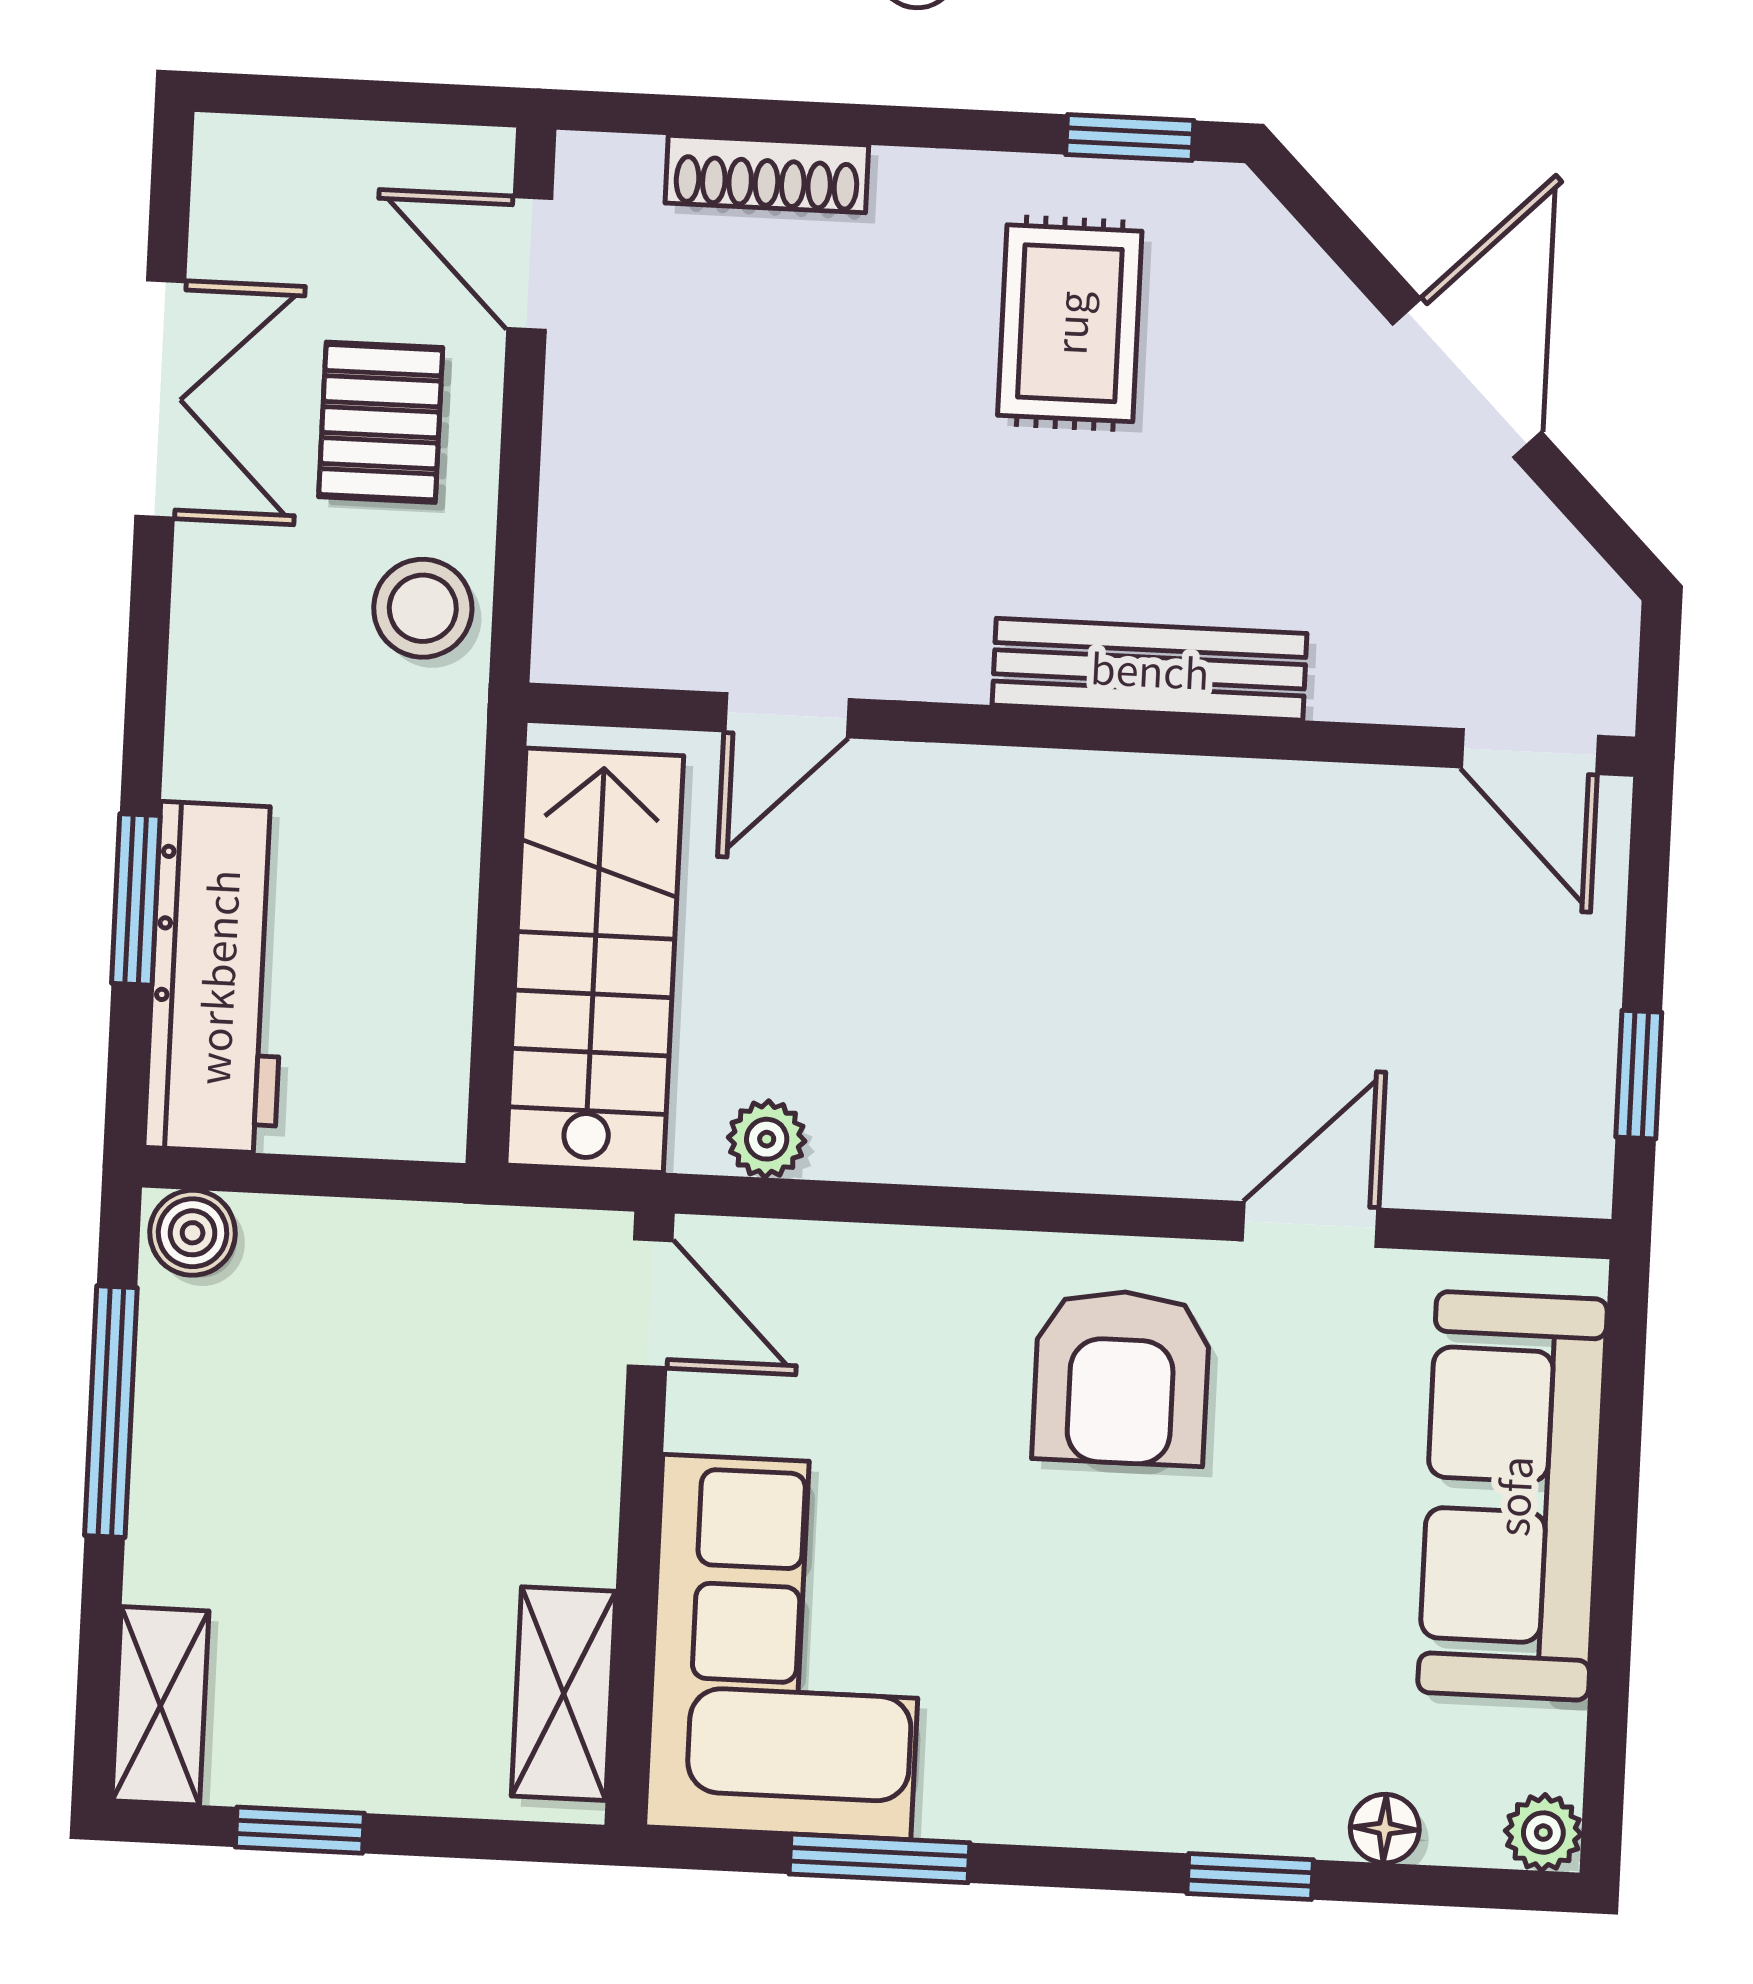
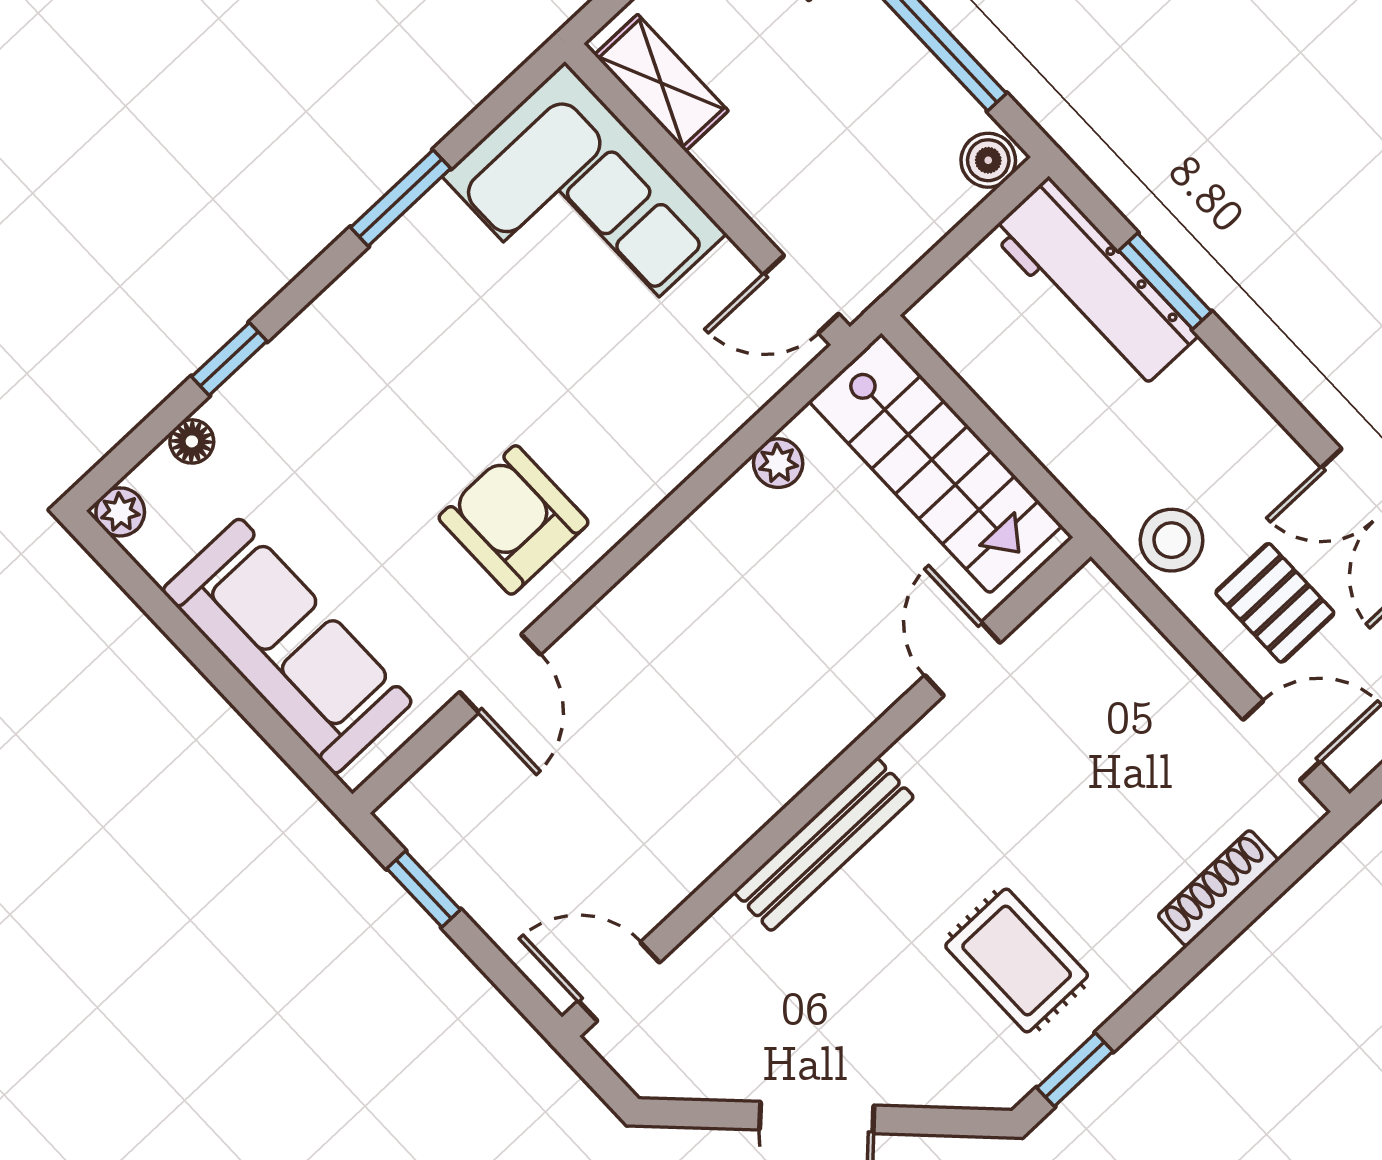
door: (650, 1303) -> (801, 294), moved
wall: (640, 1519) -> (707, 194), moved
corner sofa: (787, 1647) -> (584, 205), moved
shelving: (564, 1694) -> (661, 83), moved

